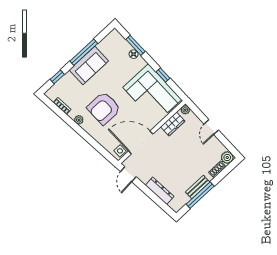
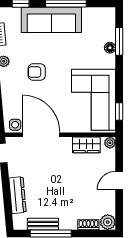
sofa: (89, 65) -> (51, 20), width x1.36
window: (163, 75) -> (119, 112), moved
armchair: (104, 108) -> (37, 72), width x0.53, depth x0.53
bench: (198, 187) -> (43, 224), moved

